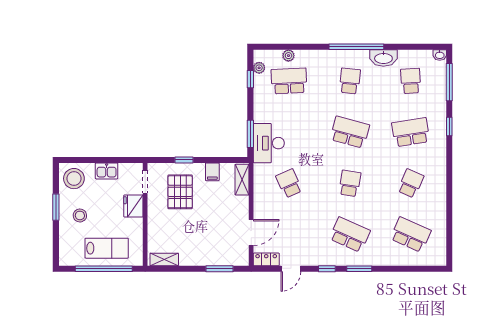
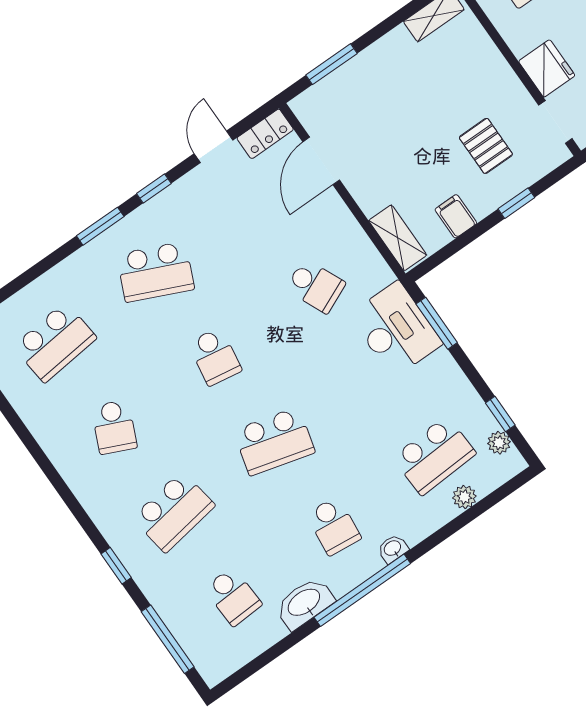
washbasin: (440, 55) -> (393, 549), moved
pallet: (180, 192) -> (486, 146), width x0.67, depth x0.71
school desk: (411, 235) -> (55, 342), turned -30

